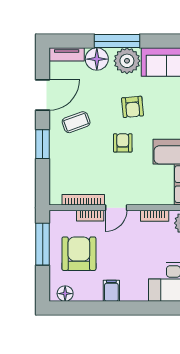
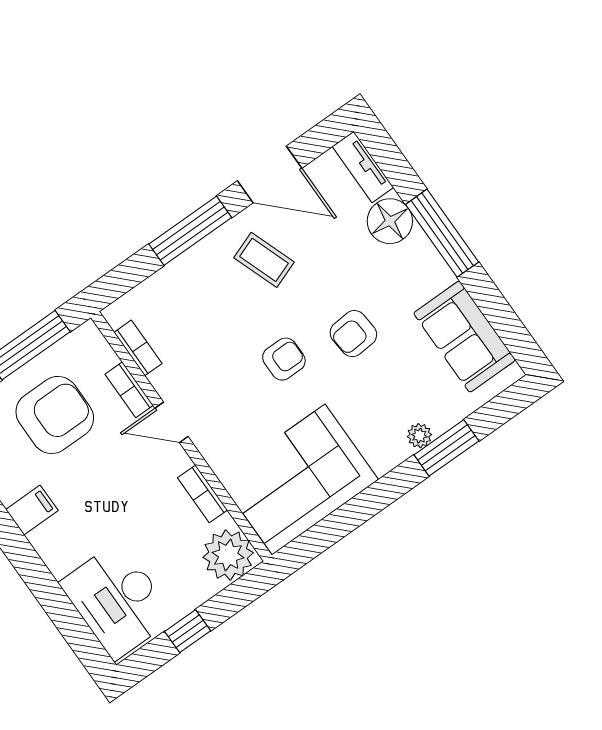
plant: (127, 61) -> (421, 272), removed
window: (43, 144) -> (190, 231), width x1.44
bookcase: (83, 200) -> (138, 348), width x0.64

